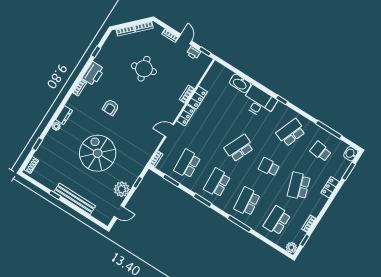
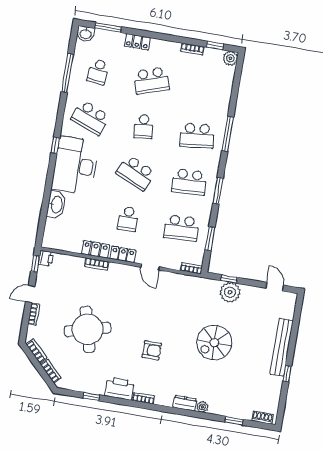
printer: (194, 53) -> (46, 258), moved
round table: (144, 69) -> (88, 329), width x1.36, depth x1.36
desk: (259, 102) -> (75, 166), width x1.36, depth x1.30
spiral stairs: (98, 153) -> (214, 343), width x0.73, depth x0.73
plant: (122, 189) -> (230, 292), moved
school desk: (277, 220) -> (128, 219), moved, width x0.54

